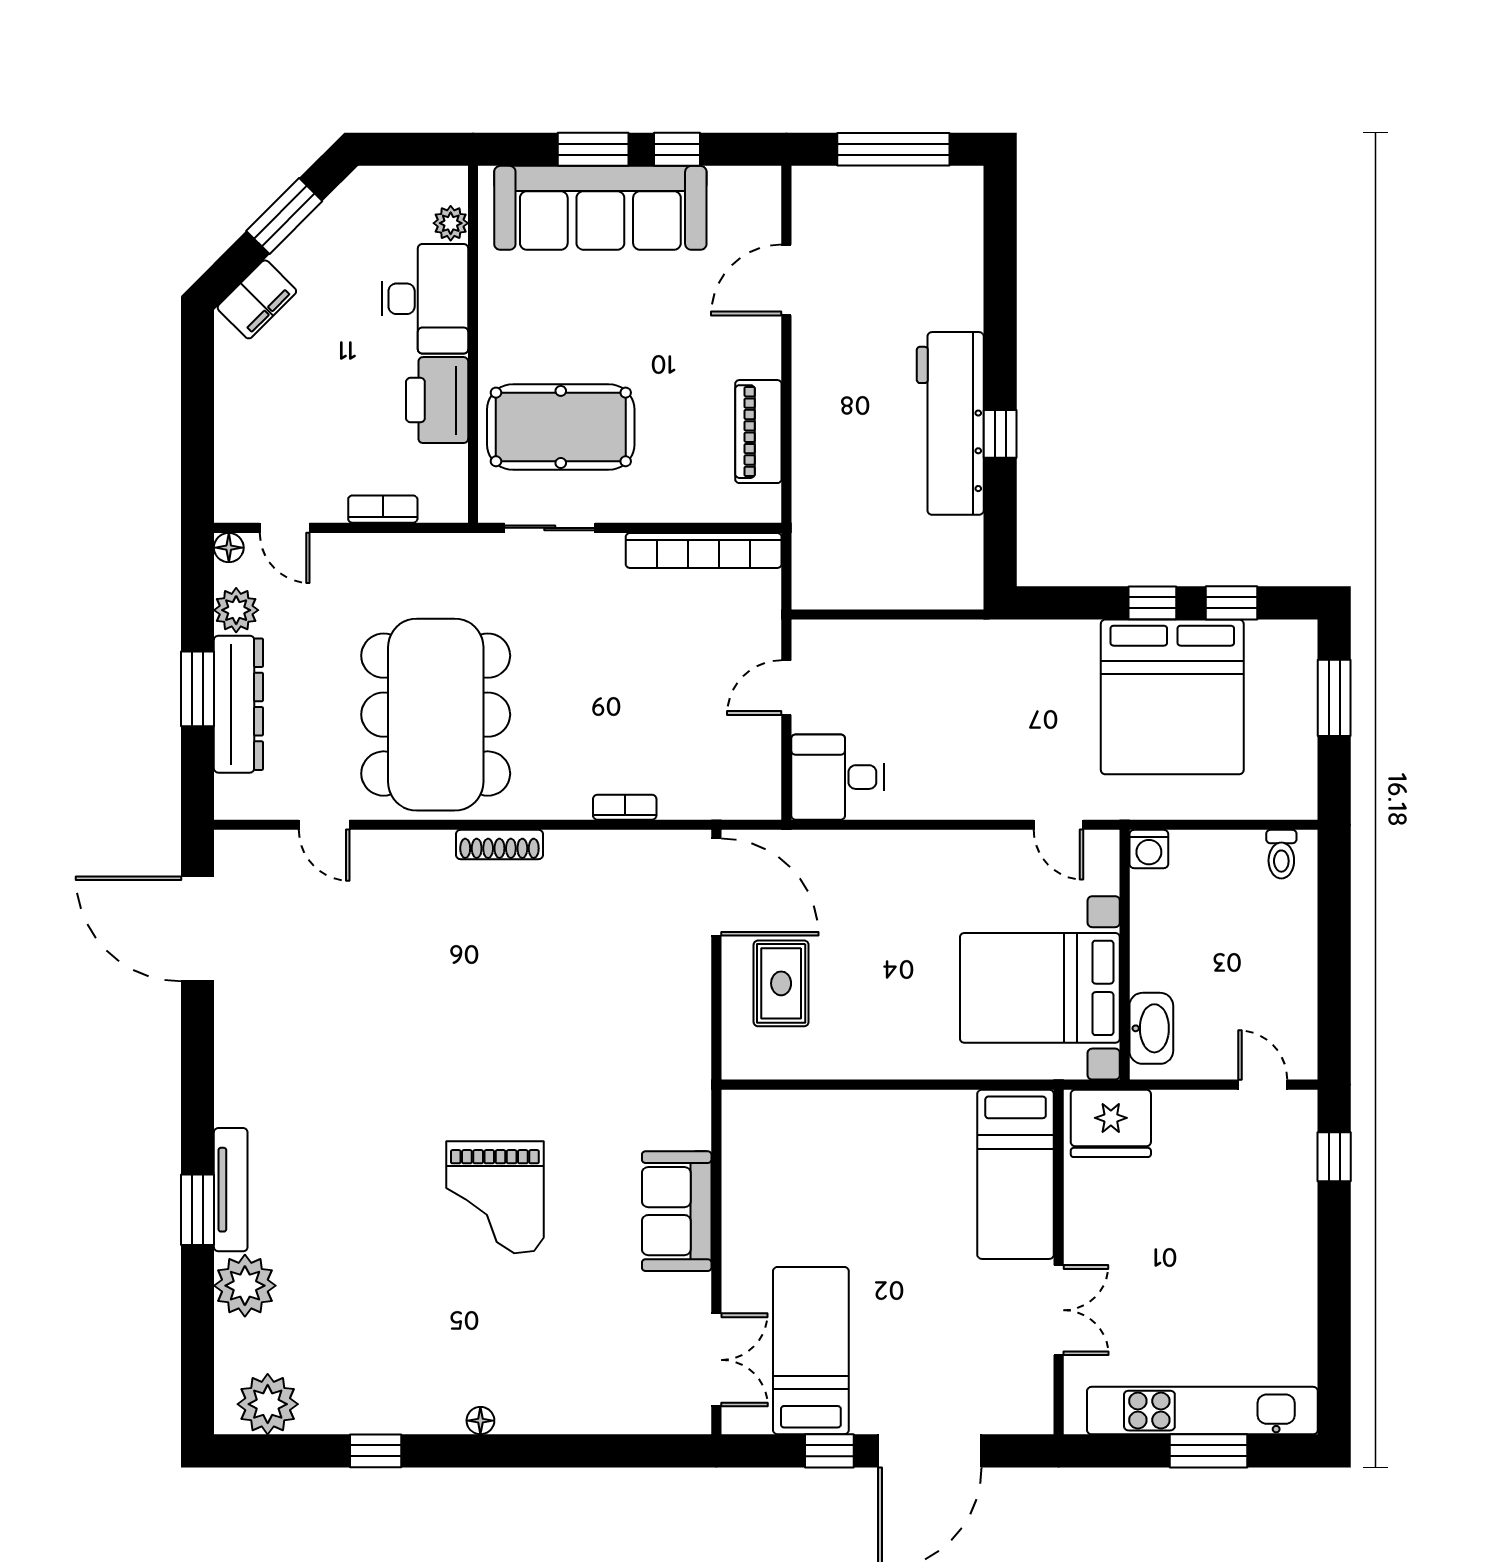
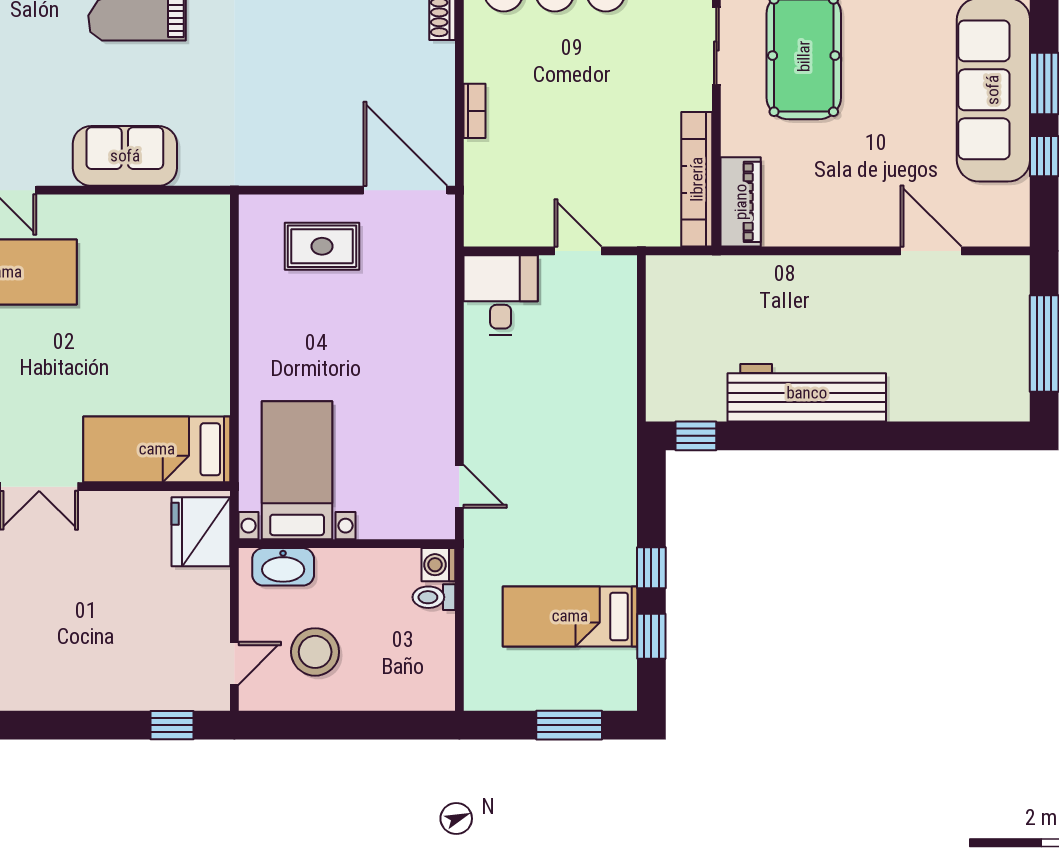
piano: (758, 432) -> (741, 202), moved, turned 90
window: (1000, 434) -> (696, 436), moved
bed: (1172, 697) -> (570, 616), width x0.49
door: (1058, 825) -> (459, 486), swing flipped
toilet: (1281, 854) -> (434, 597), moved
door: (716, 887) -> (405, 190), swing flipped
bed with nightstands: (1040, 988) -> (297, 470), width x0.73
stool: (1250, 991) -> (315, 652), added

